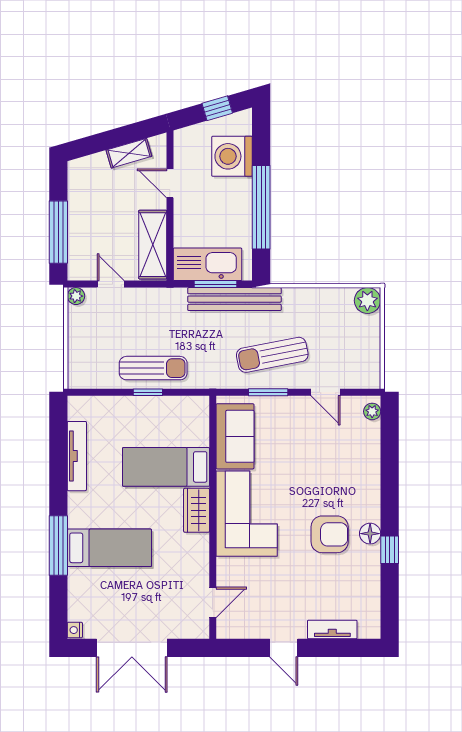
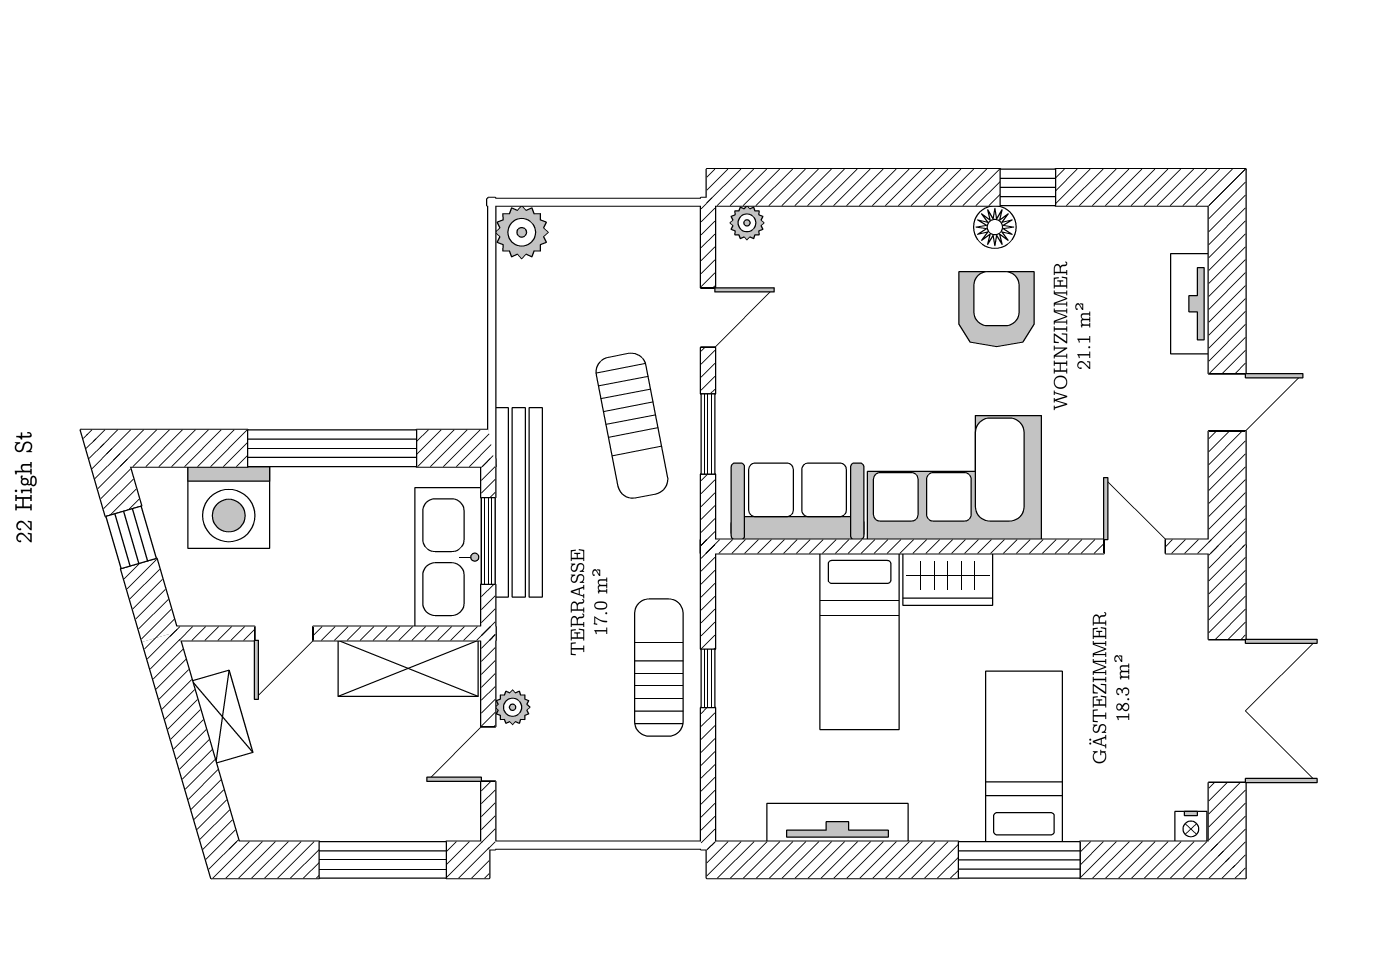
plant: (76, 296) -> (513, 707), moved

